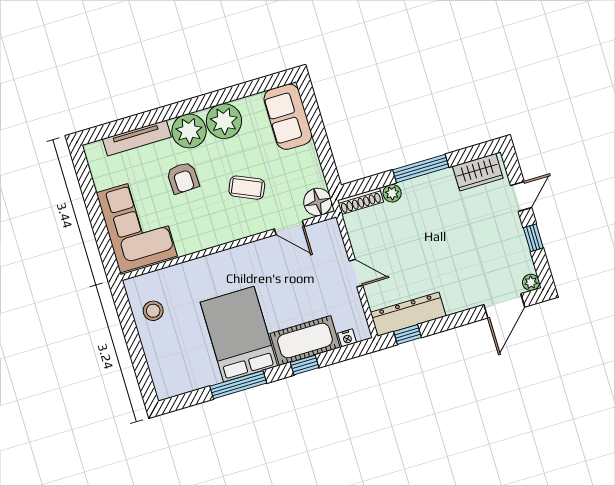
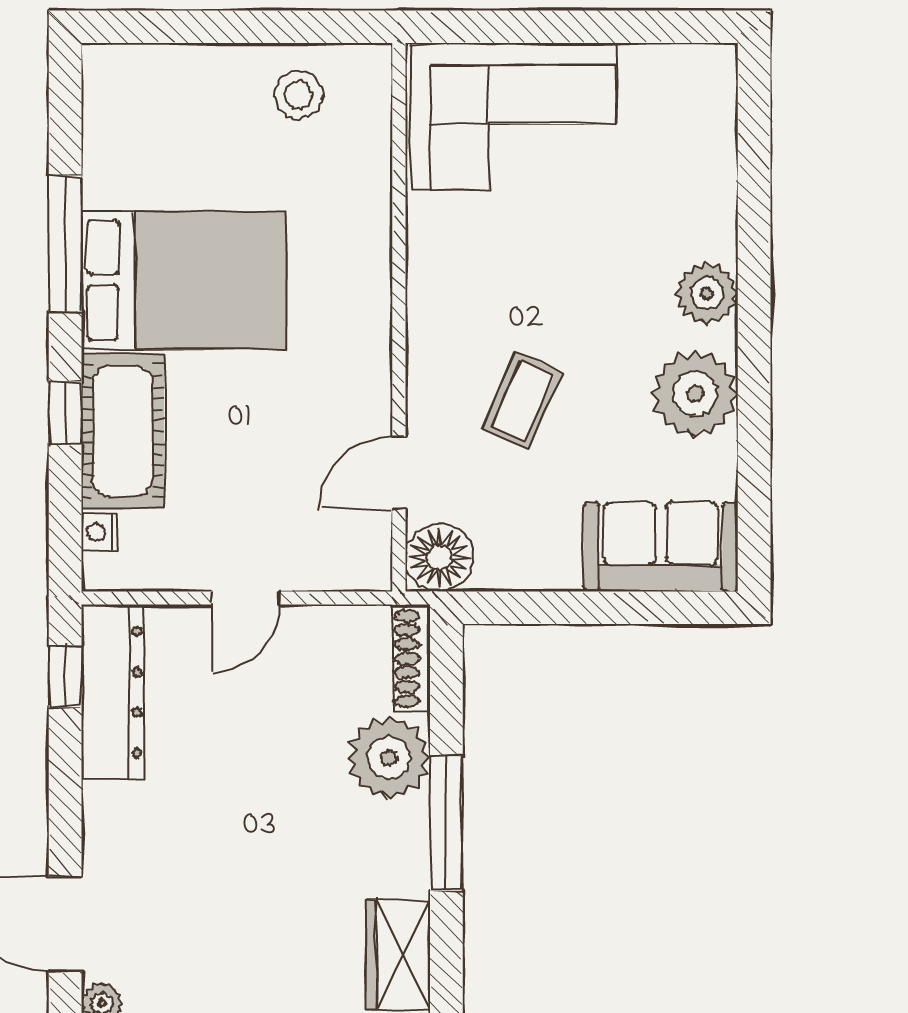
plant: (189, 131) -> (707, 293), width x0.73, depth x0.73
tv unit: (137, 138) -> (716, 177), removed
armchair: (183, 178) -> (590, 257), removed
plant: (392, 193) -> (389, 758), width x1.88, depth x1.88

